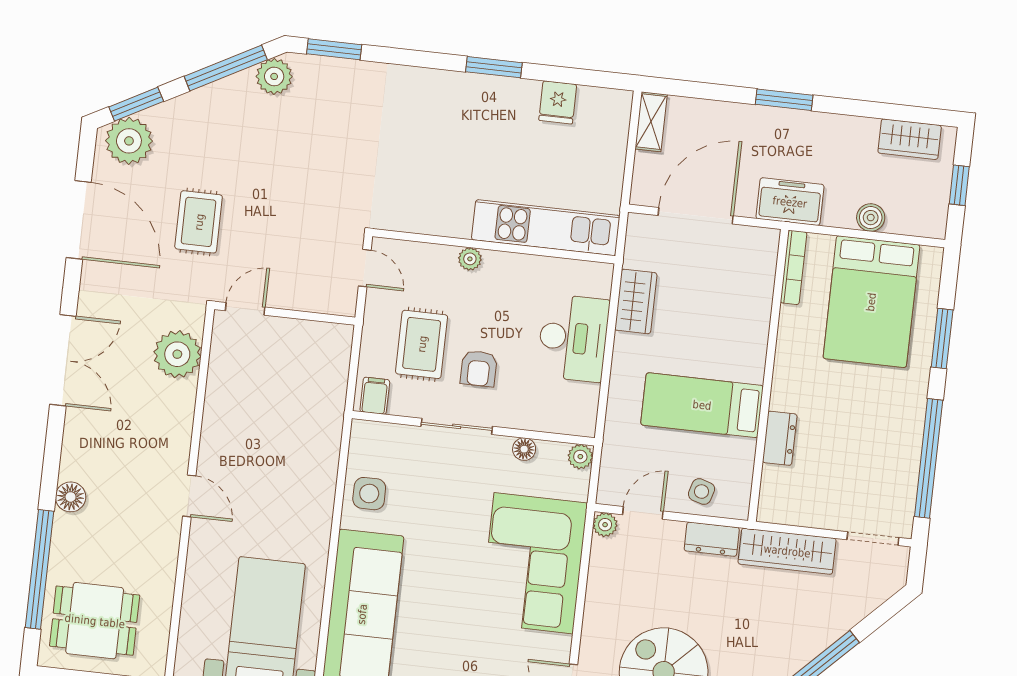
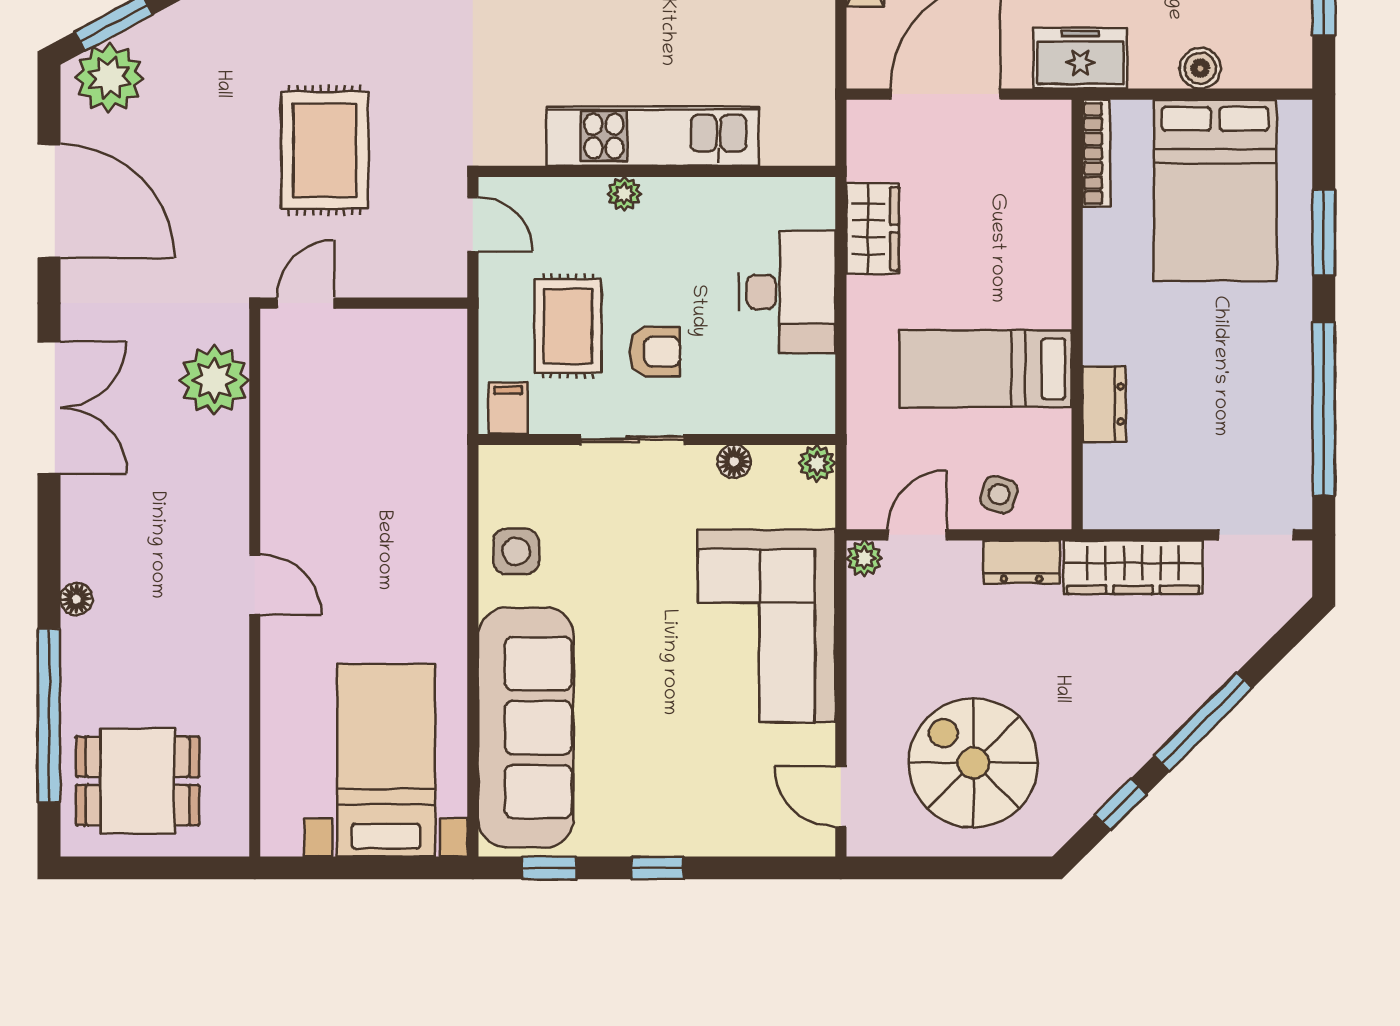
rug: (199, 222) -> (325, 150), moved, width x1.36, depth x1.43
kitchen unit: (546, 228) -> (653, 136), moved
armchair: (479, 368) -> (655, 352), turned -90
floor lamp: (71, 497) -> (76, 599), width x0.73, depth x0.73

